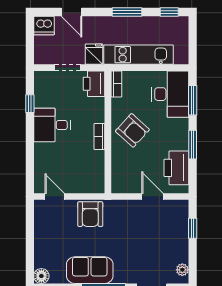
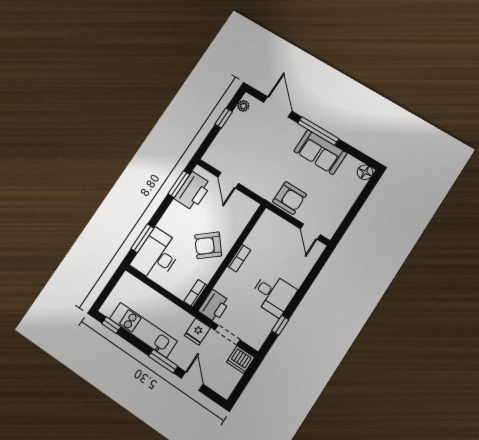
window: (127, 12) -> (163, 361), moved
dishwasher: (44, 26) -> (240, 360), moved, turned 180
kitchen unit: (139, 55) -> (143, 330), moved, turned 180
armchair: (132, 130) -> (208, 245), turned -82
window: (193, 145) -> (179, 184), moved
armchair: (90, 214) -> (290, 198), turned 90
window: (193, 228) -> (224, 118), moved

